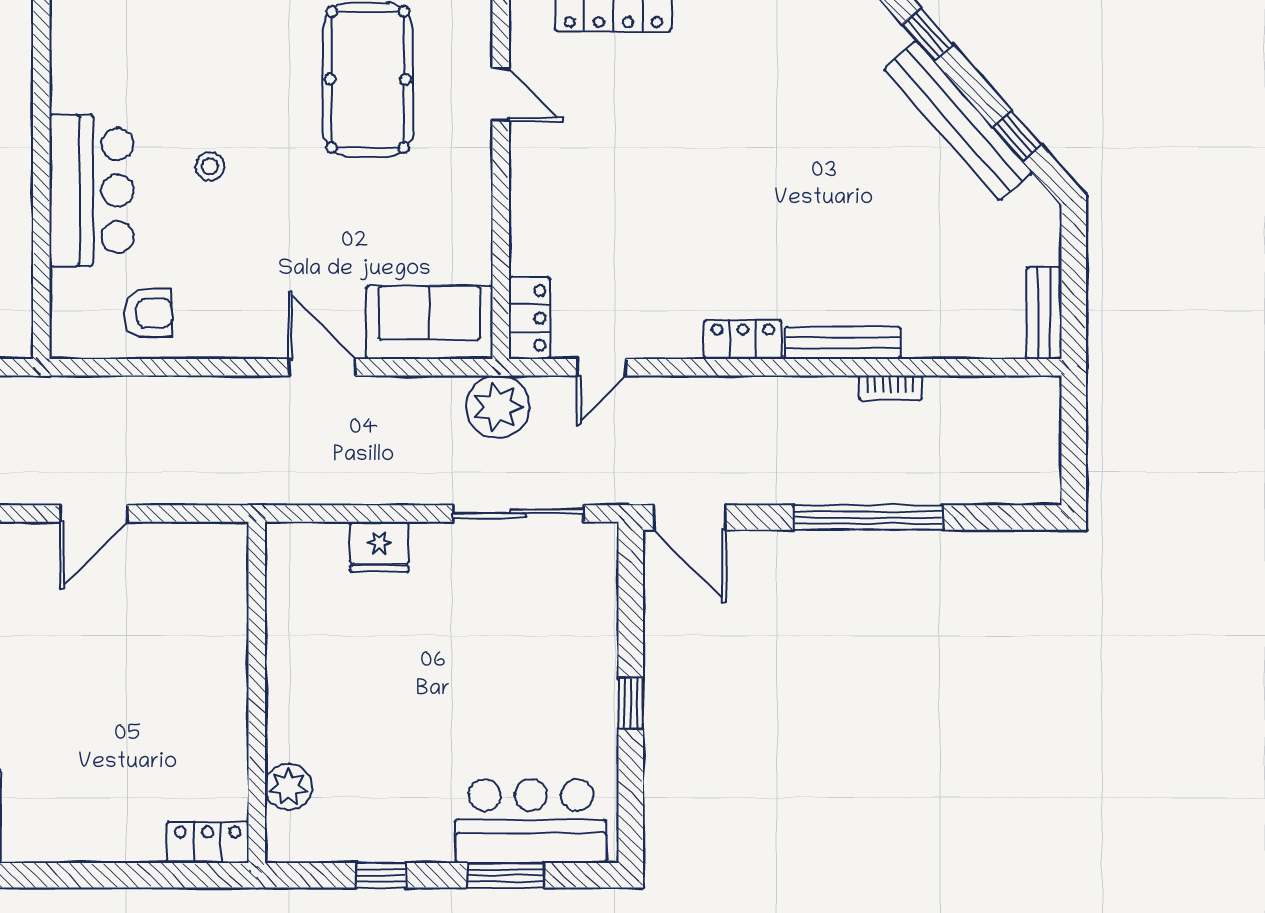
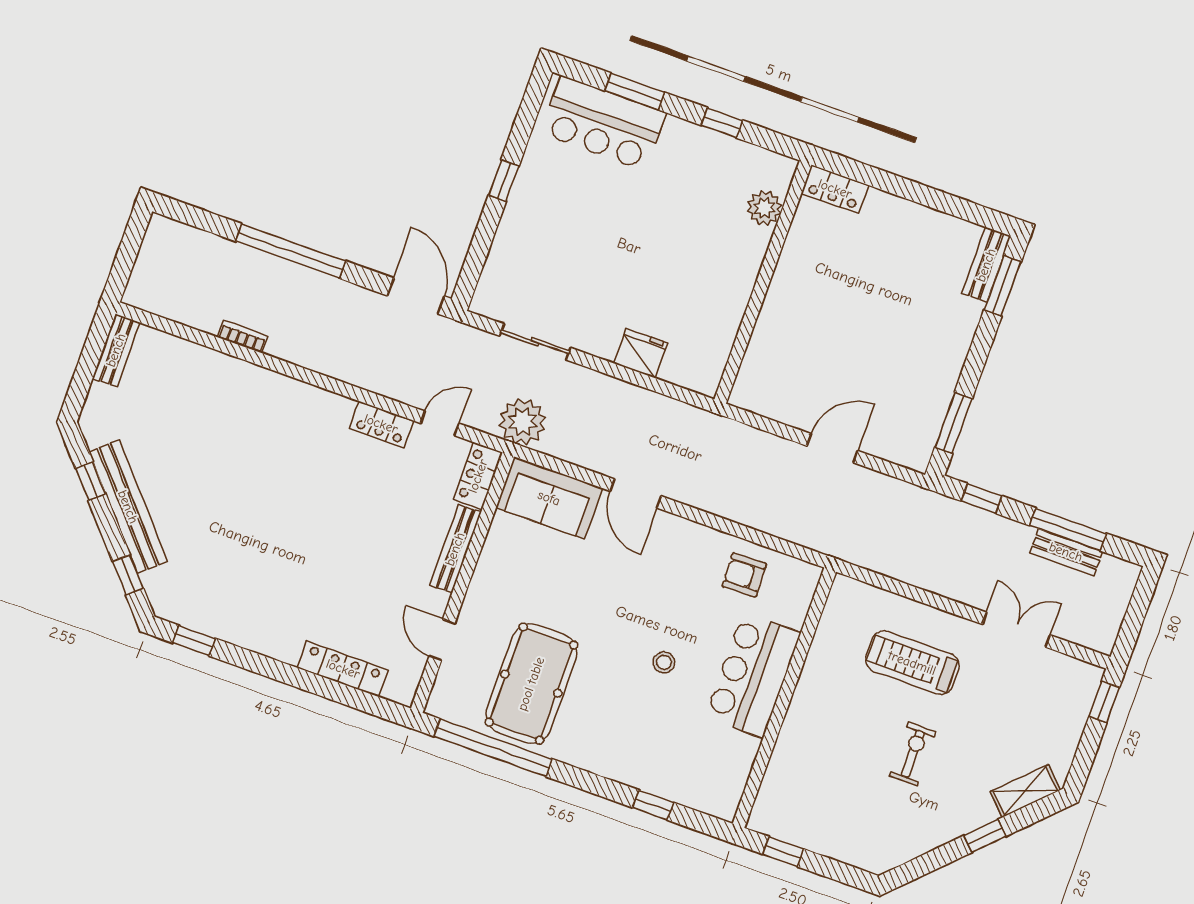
locker: (743, 339) -> (381, 424), moved
bench: (843, 343) -> (455, 549), moved, turned 90
sliding door: (518, 513) -> (535, 342), width x0.73

